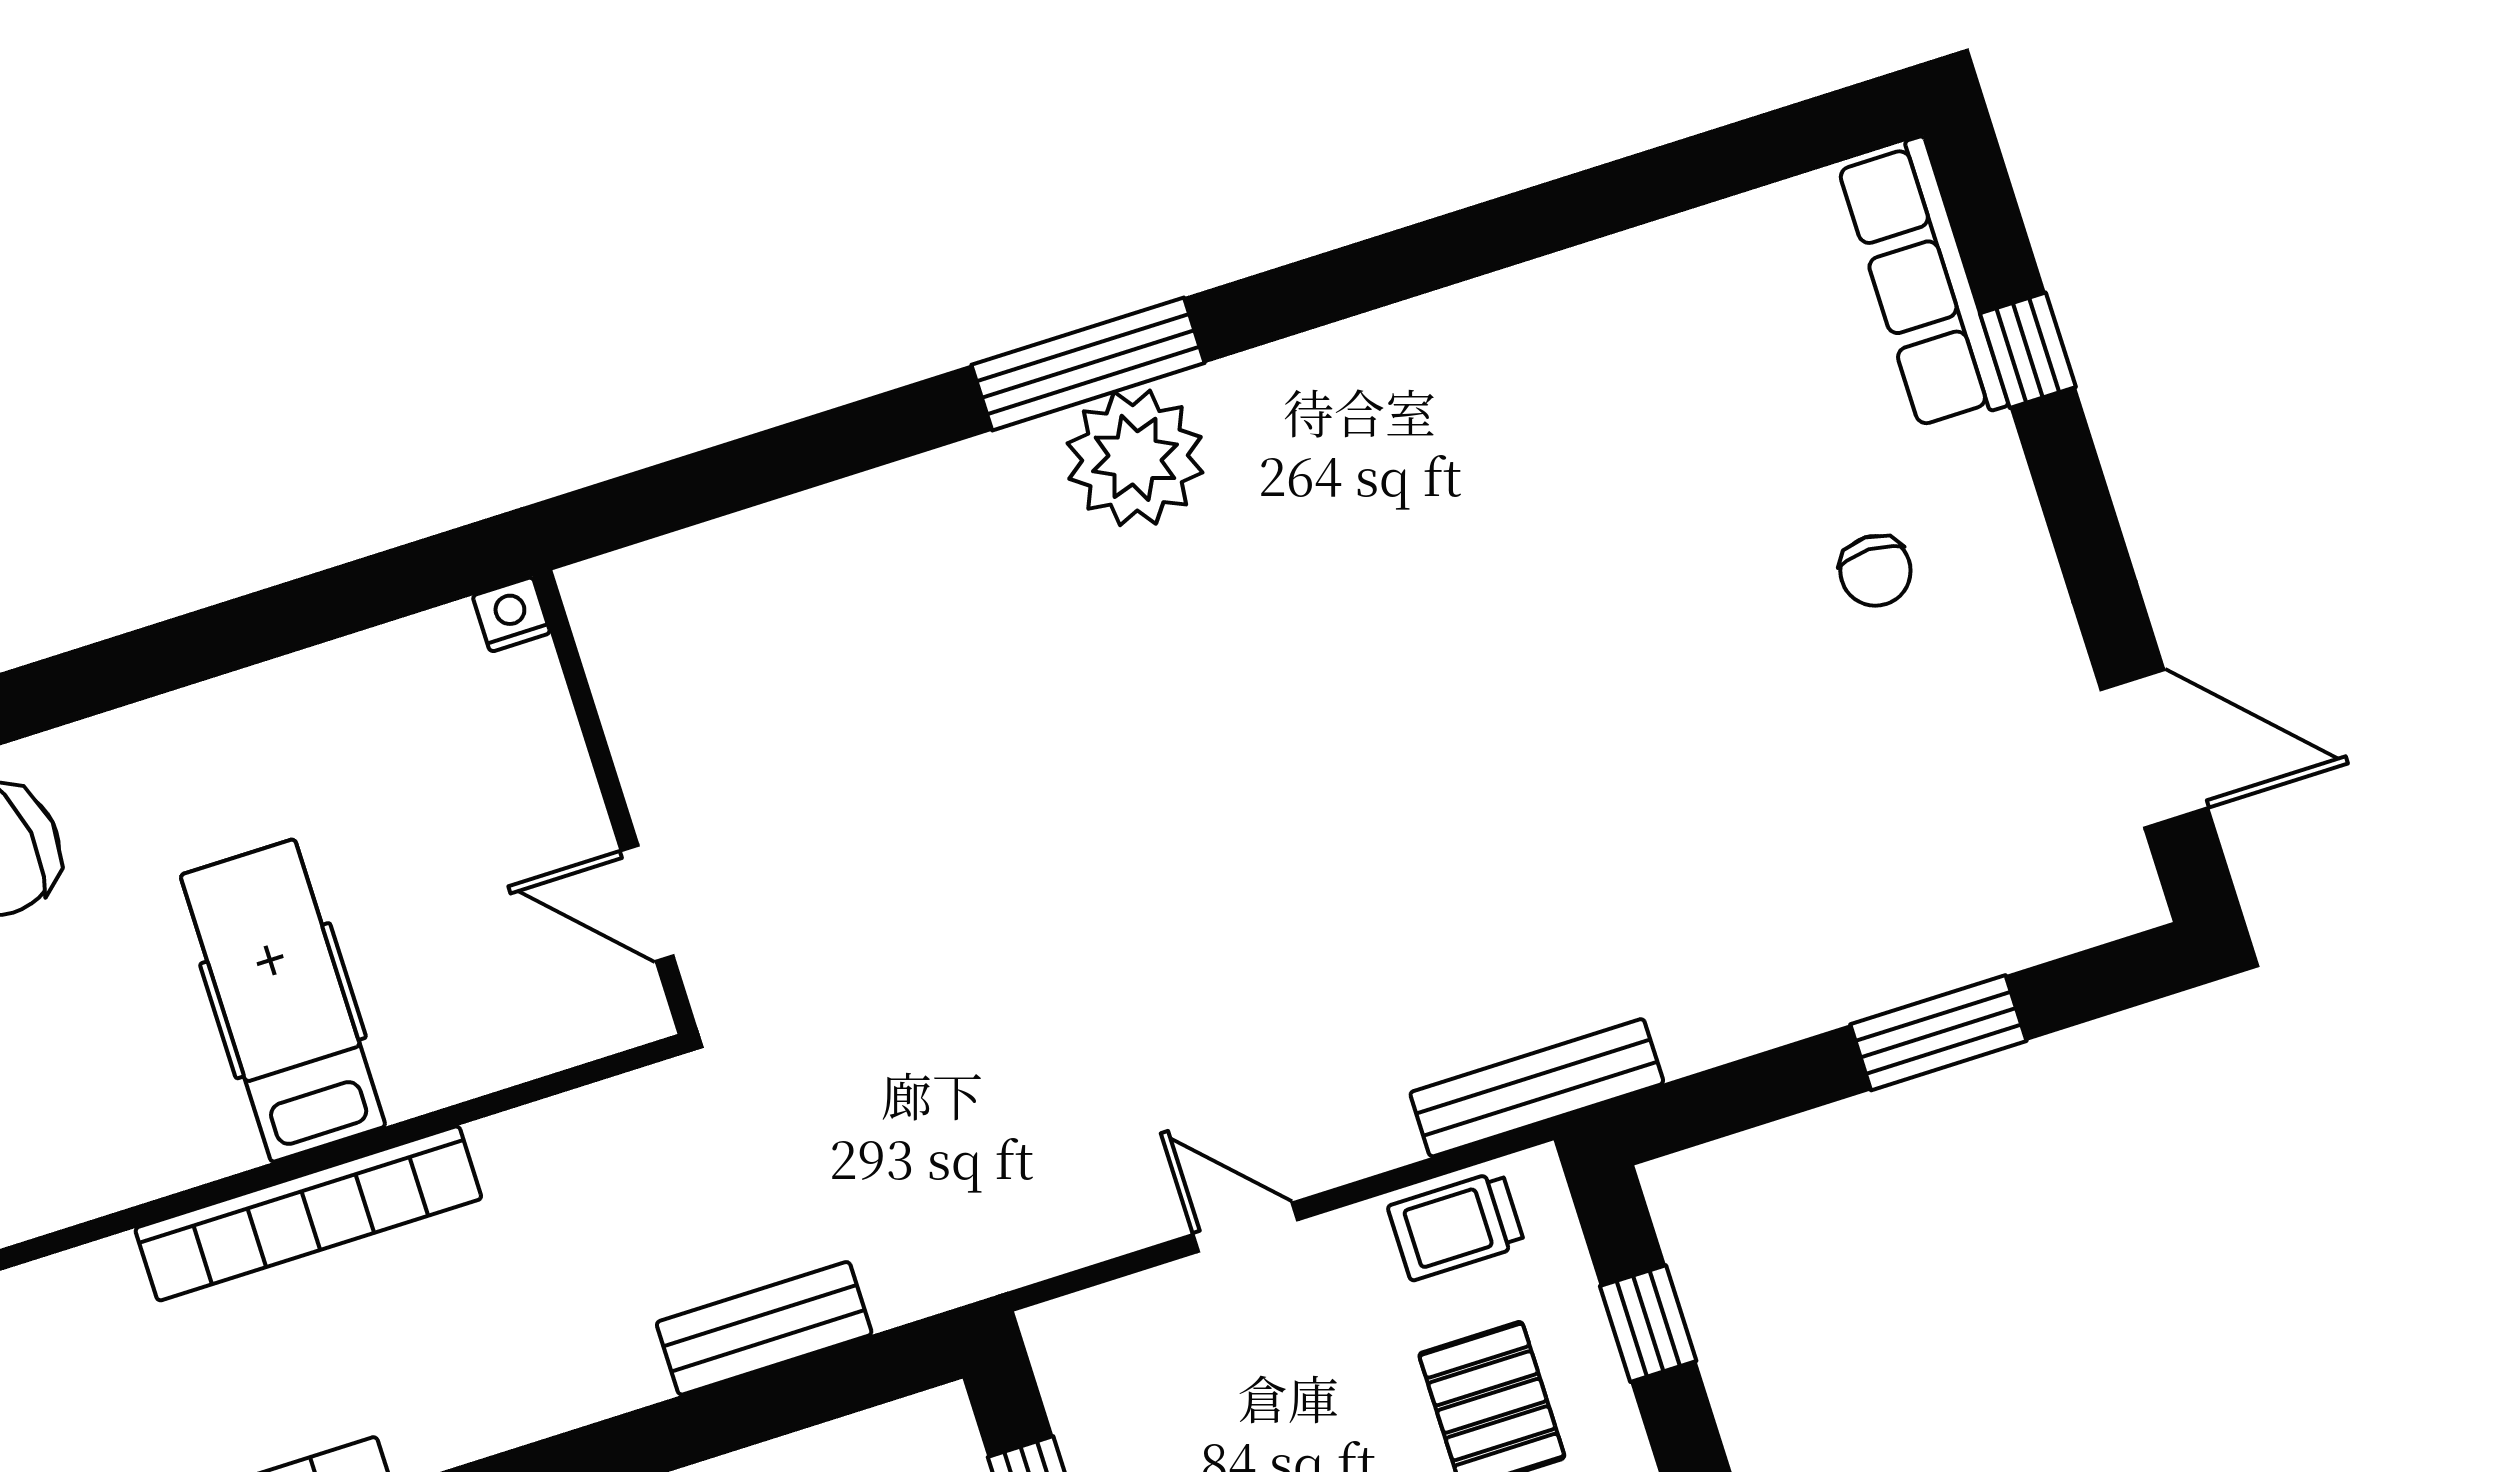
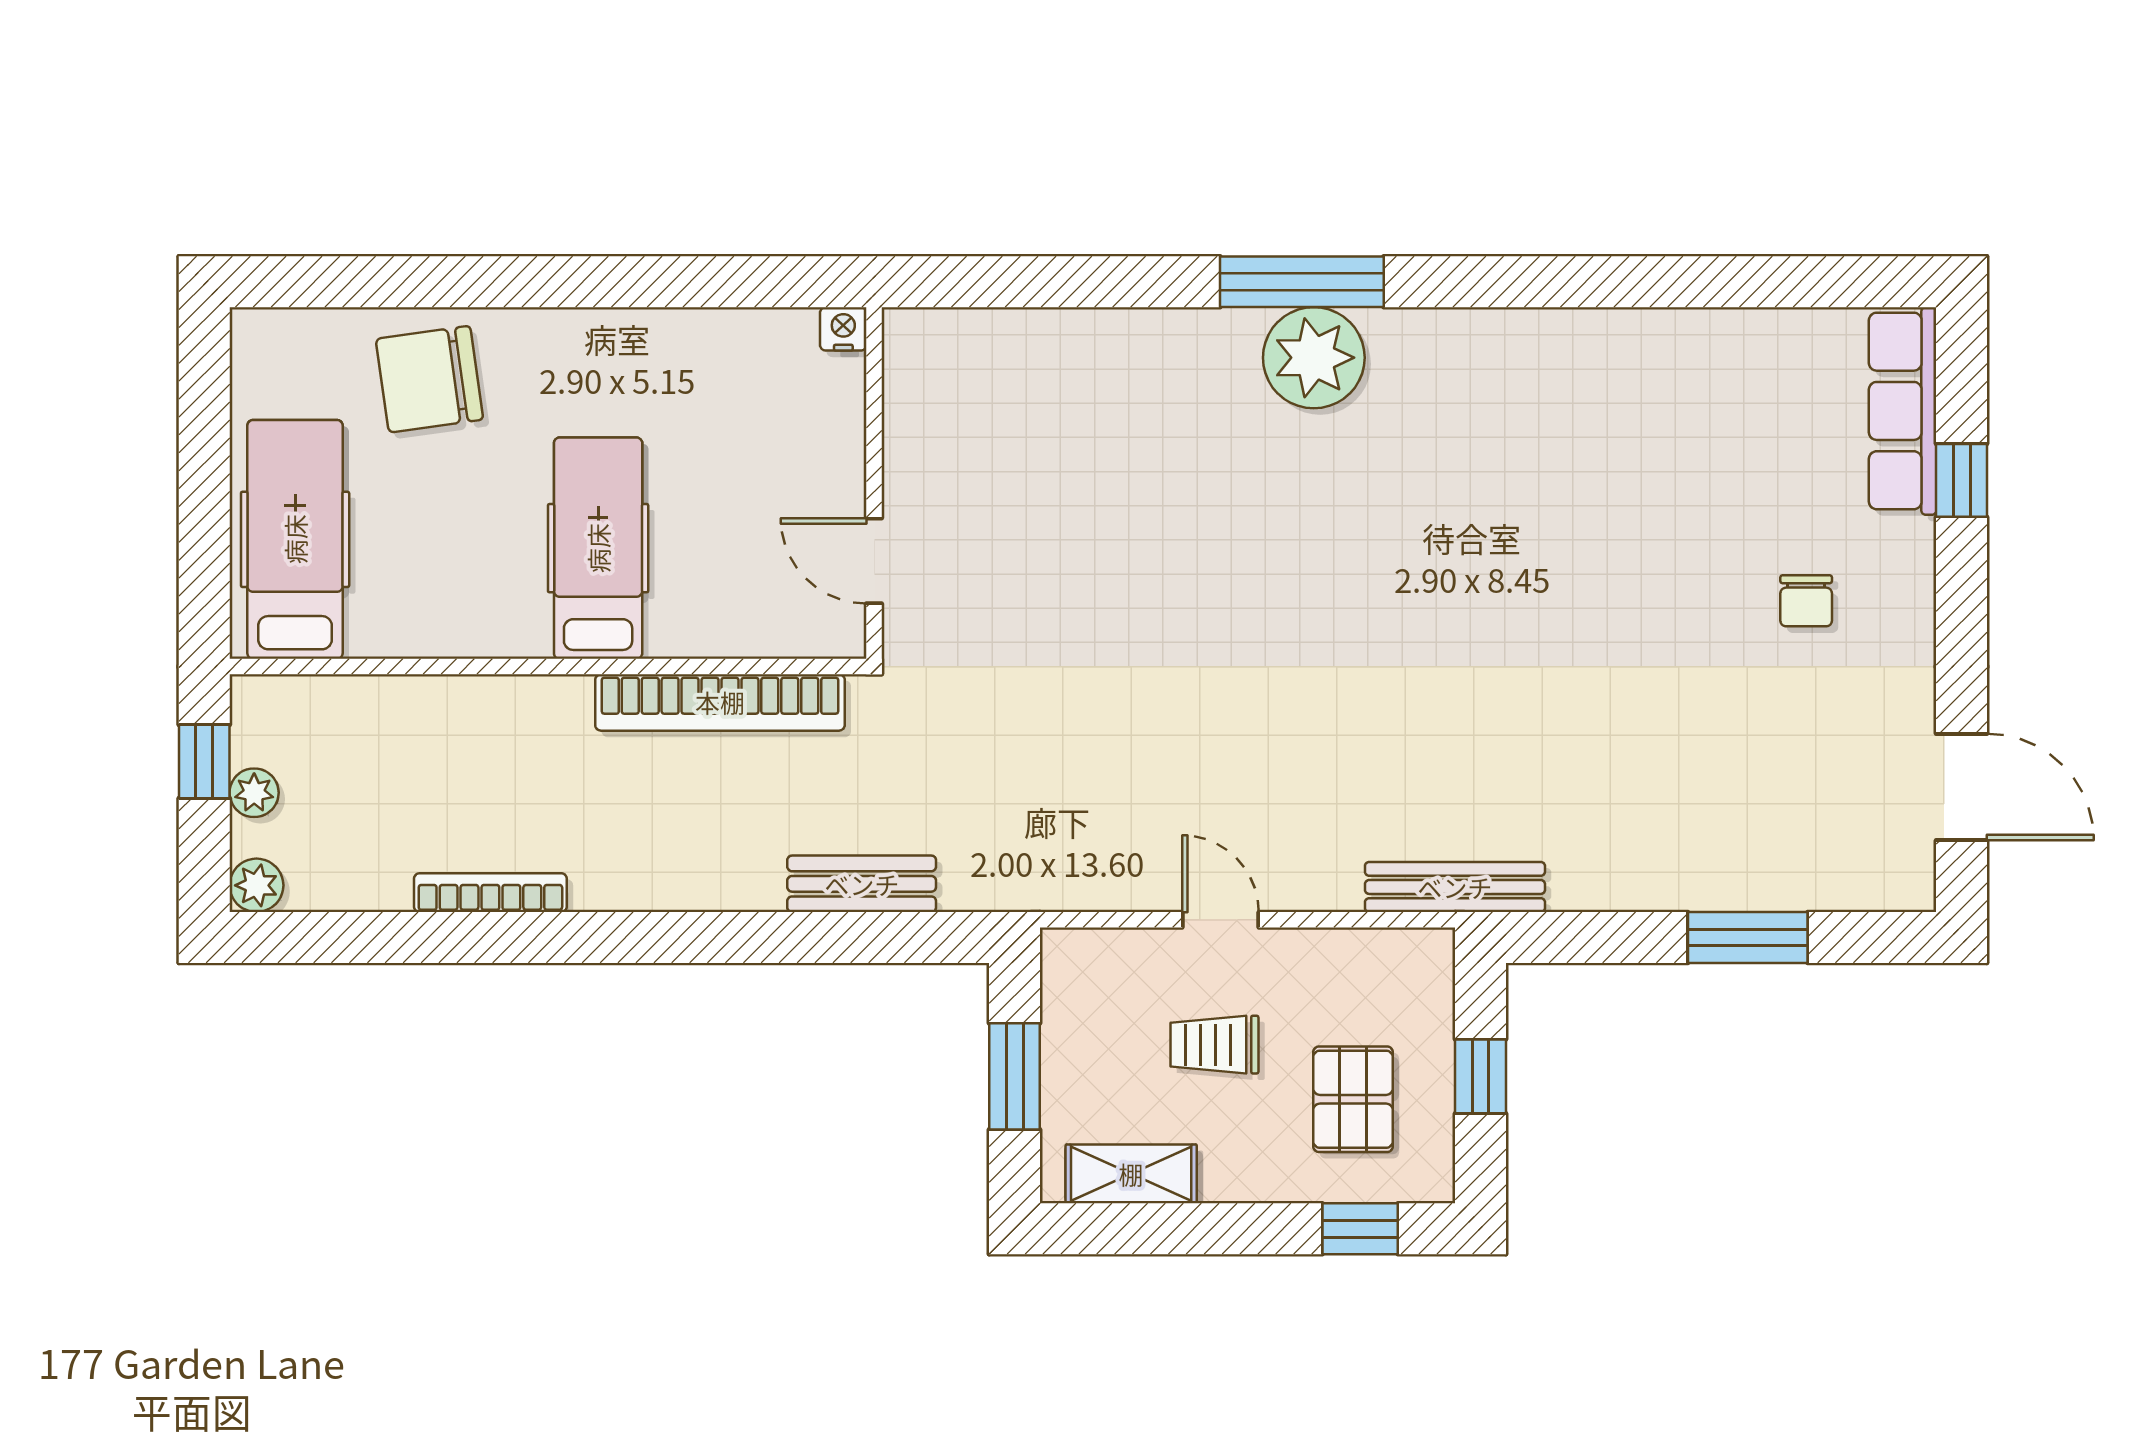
bookcase: (308, 1213) -> (720, 702), moved
trolley: (1456, 1226) -> (1214, 1045), moved

